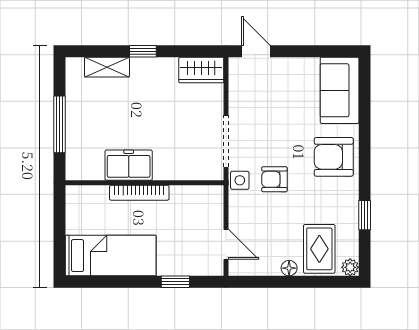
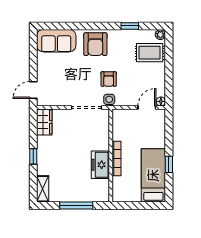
shelving: (107, 67) -> (43, 189), moved
floor lamp: (289, 268) -> (161, 101), moved
window: (175, 282) -> (169, 164), moved

